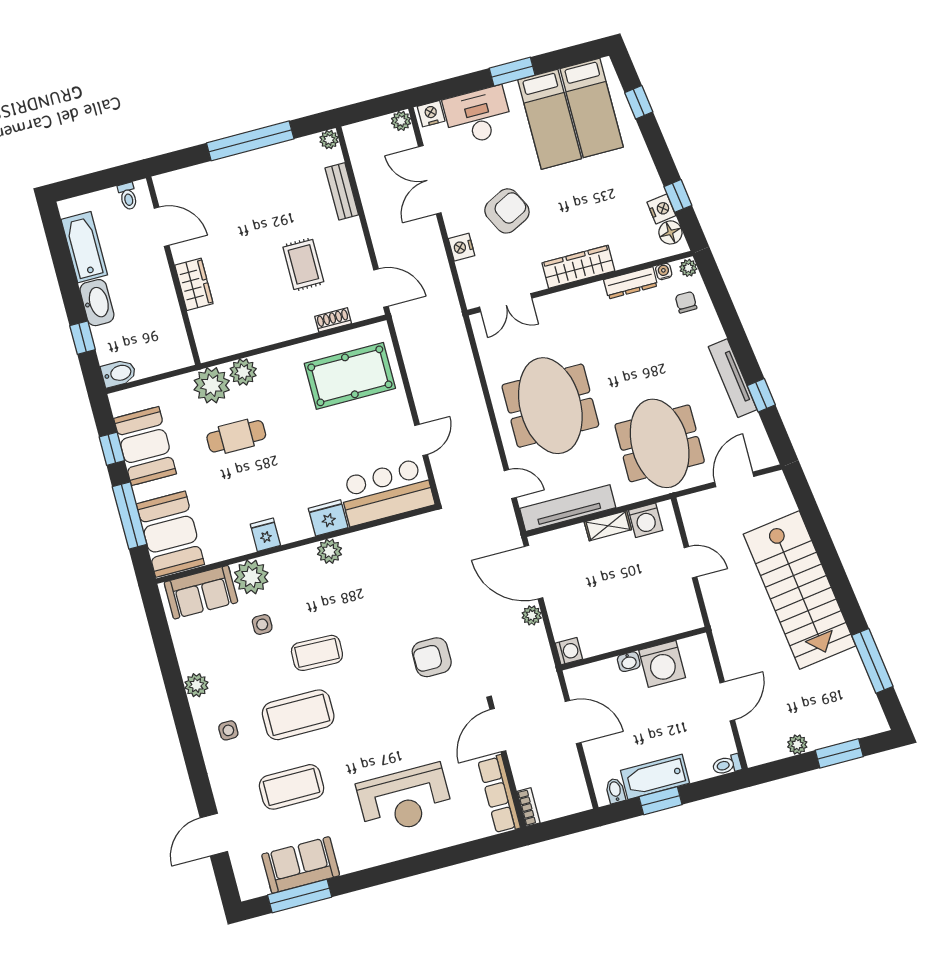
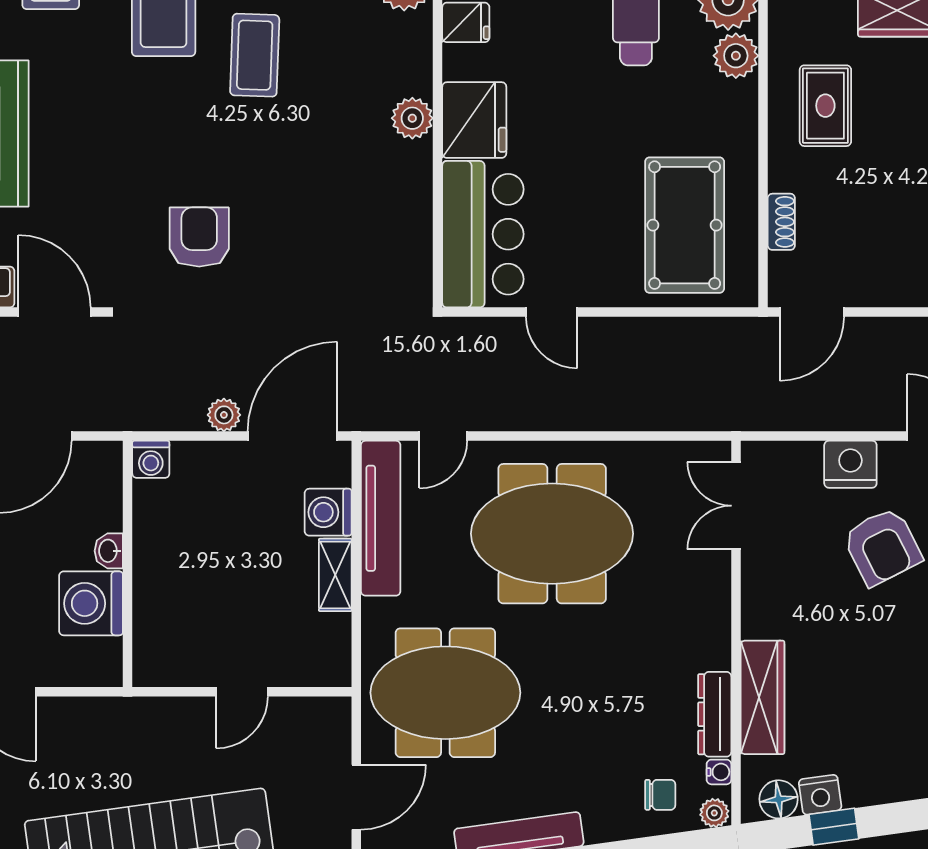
nightstand: (462, 247) -> (850, 464), width x1.36, depth x1.33
rug: (303, 264) -> (825, 106), moved, turned 90
wardrobe: (578, 267) -> (763, 697), moved
door: (734, 479) -> (356, 797), hinge flipped
fridge: (328, 518) -> (474, 120), width x1.36, depth x1.34
washing machine: (646, 520) -> (328, 512), moved

